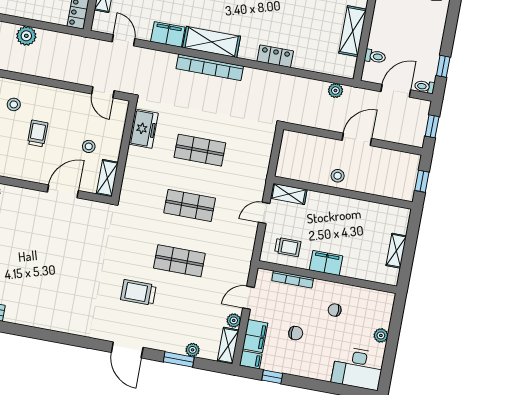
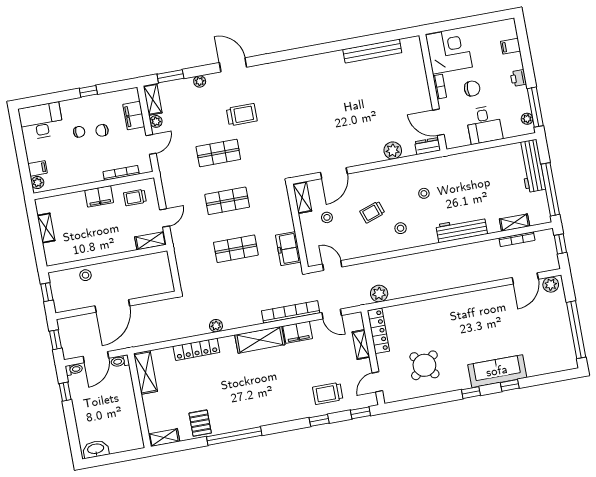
shelving: (353, 31) -> (146, 372), moved
plant: (26, 36) -> (379, 294), moved
locker: (275, 56) -> (196, 349), width x1.53
toilet: (375, 56) -> (120, 361), moved
bookcase: (210, 67) -> (291, 312), moved
plant: (335, 91) -> (216, 326), moved
trolley: (38, 133) -> (372, 212), turned 71
door: (357, 139) -> (112, 306), width x1.36
stool: (338, 176) -> (86, 275), moved
chair: (335, 310) -> (79, 132), moved
plant: (381, 335) -> (37, 183), moved
plant: (193, 350) -> (200, 81), moved
window: (179, 359) -> (170, 76), moved
filing cabinet: (251, 360) -> (37, 168), moved, turned 180
window: (272, 377) -> (88, 91), moved

